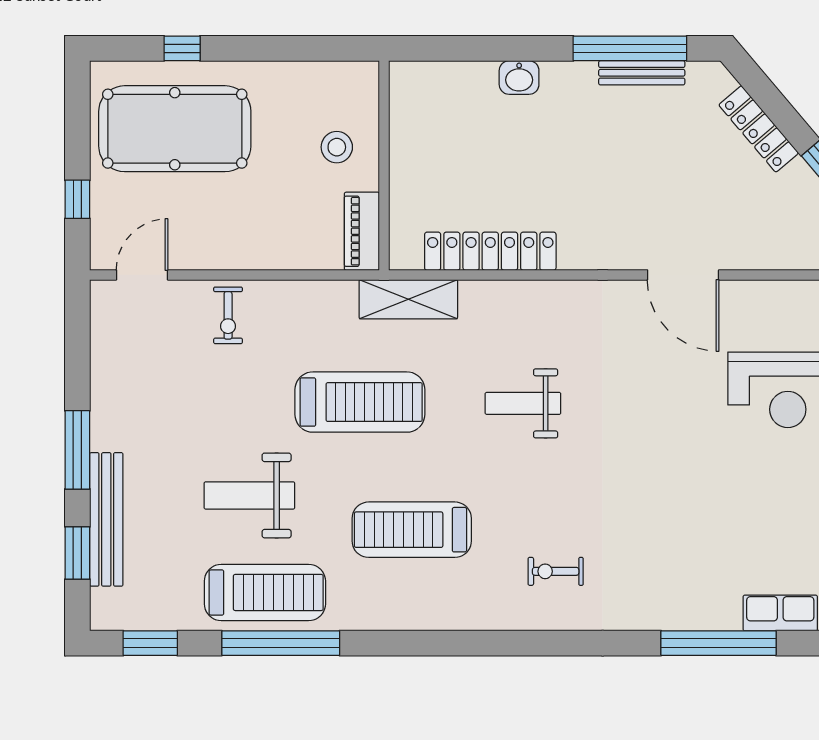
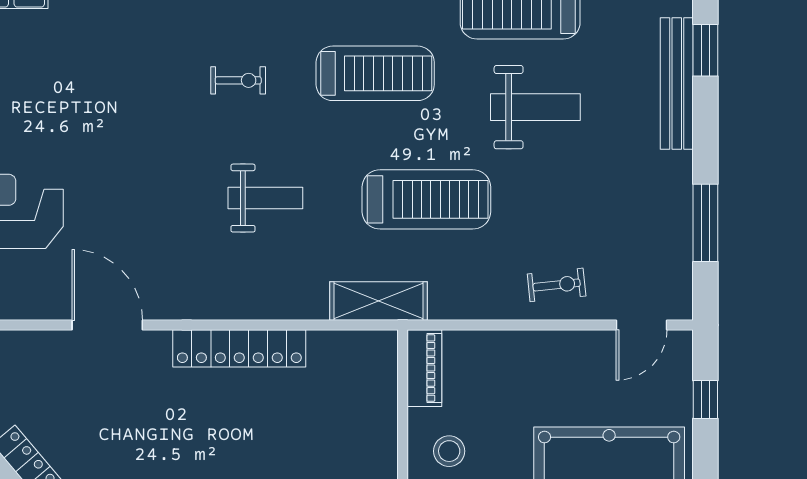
locker: (490, 251) -> (239, 348), moved
exercise bike: (228, 315) -> (557, 285), turned 84
treadmill: (360, 402) -> (426, 199), turned 180
window: (77, 450) -> (705, 223), moved
exercise bike: (556, 571) -> (238, 80), moved

